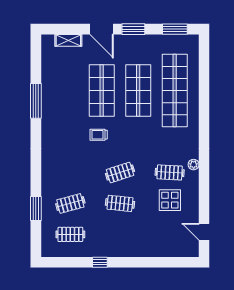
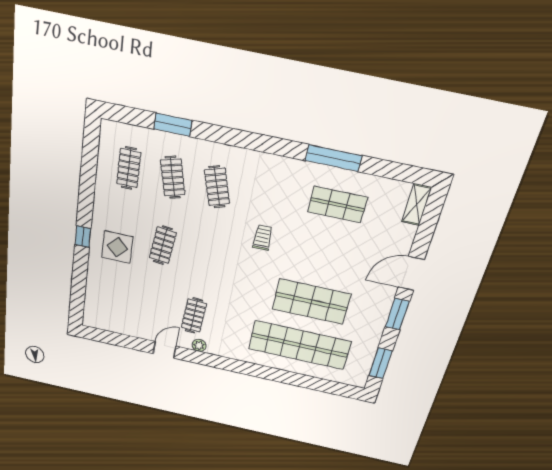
shelving: (68, 40) -> (417, 205), moved
shop shelf: (102, 91) -> (337, 205), moved, width x0.70, depth x0.74
clothes rail: (120, 172) -> (217, 187), moved
display table: (170, 200) -> (117, 247), moved
door: (204, 232) -> (165, 350), moved
window: (100, 262) -> (83, 237), moved

